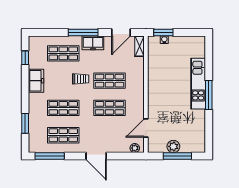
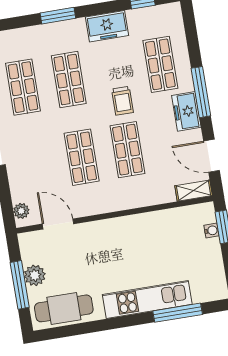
window: (209, 95) -> (178, 313), moved
window: (25, 123) -> (58, 16), moved
cafe table: (195, 133) -> (64, 308), added

